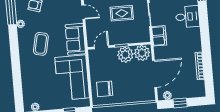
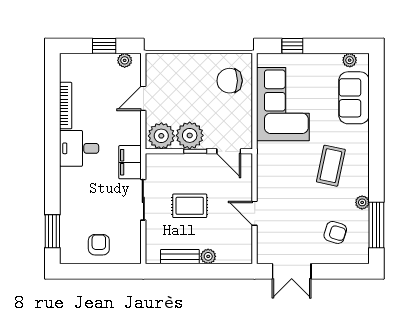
desk: (188, 17) -> (79, 148), moved
sofa: (75, 39) -> (354, 98), moved, turned 180
door: (102, 47) -> (229, 151), hinge flipped
door: (155, 74) -> (143, 98), width x0.53
chair: (105, 89) -> (230, 81), turned 180

